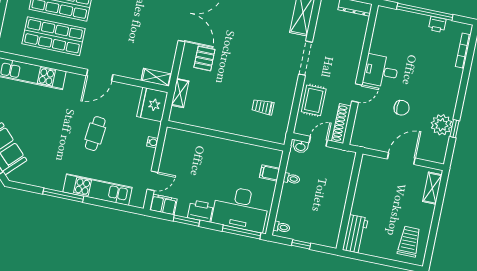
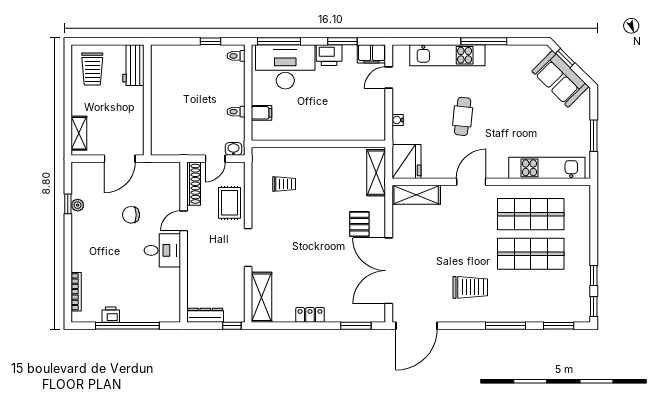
shelving: (156, 77) -> (416, 195), width x1.50, depth x1.33
shelving: (180, 93) -> (376, 173), width x1.50, depth x1.33
plant: (442, 125) -> (78, 205), width x0.53, depth x0.53
wall: (349, 201) -> (147, 100), moved
workbench: (355, 234) -> (133, 65), moved

